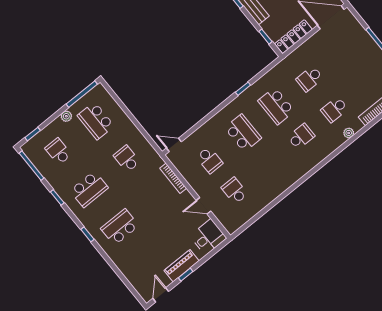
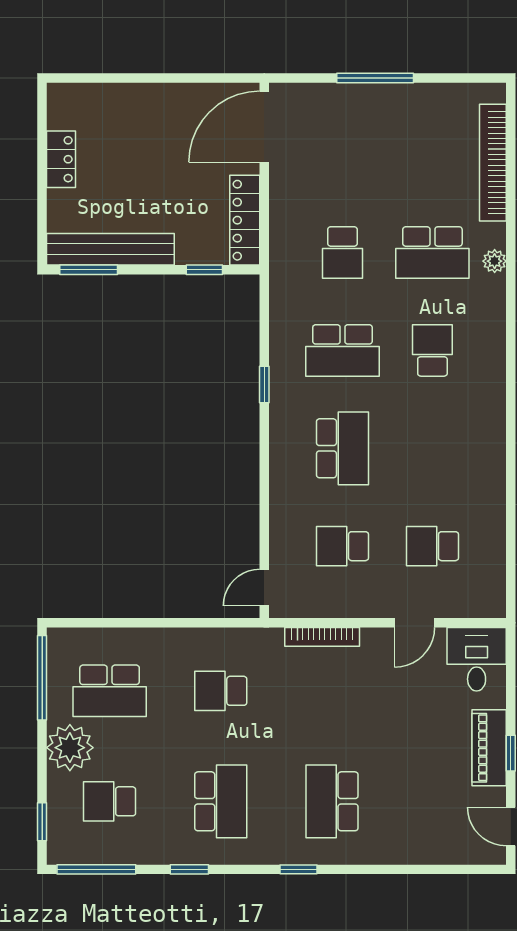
school desk: (334, 109) -> (432, 253), width x1.85
plant: (66, 116) -> (70, 748), width x1.88, depth x1.88
school desk: (243, 133) -> (342, 448), turned 90
school desk: (210, 160) -> (342, 546), turned 180

